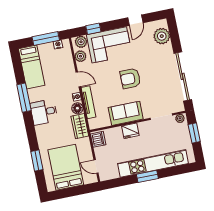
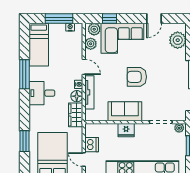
dishwasher: (98, 139) -> (92, 145), moved

